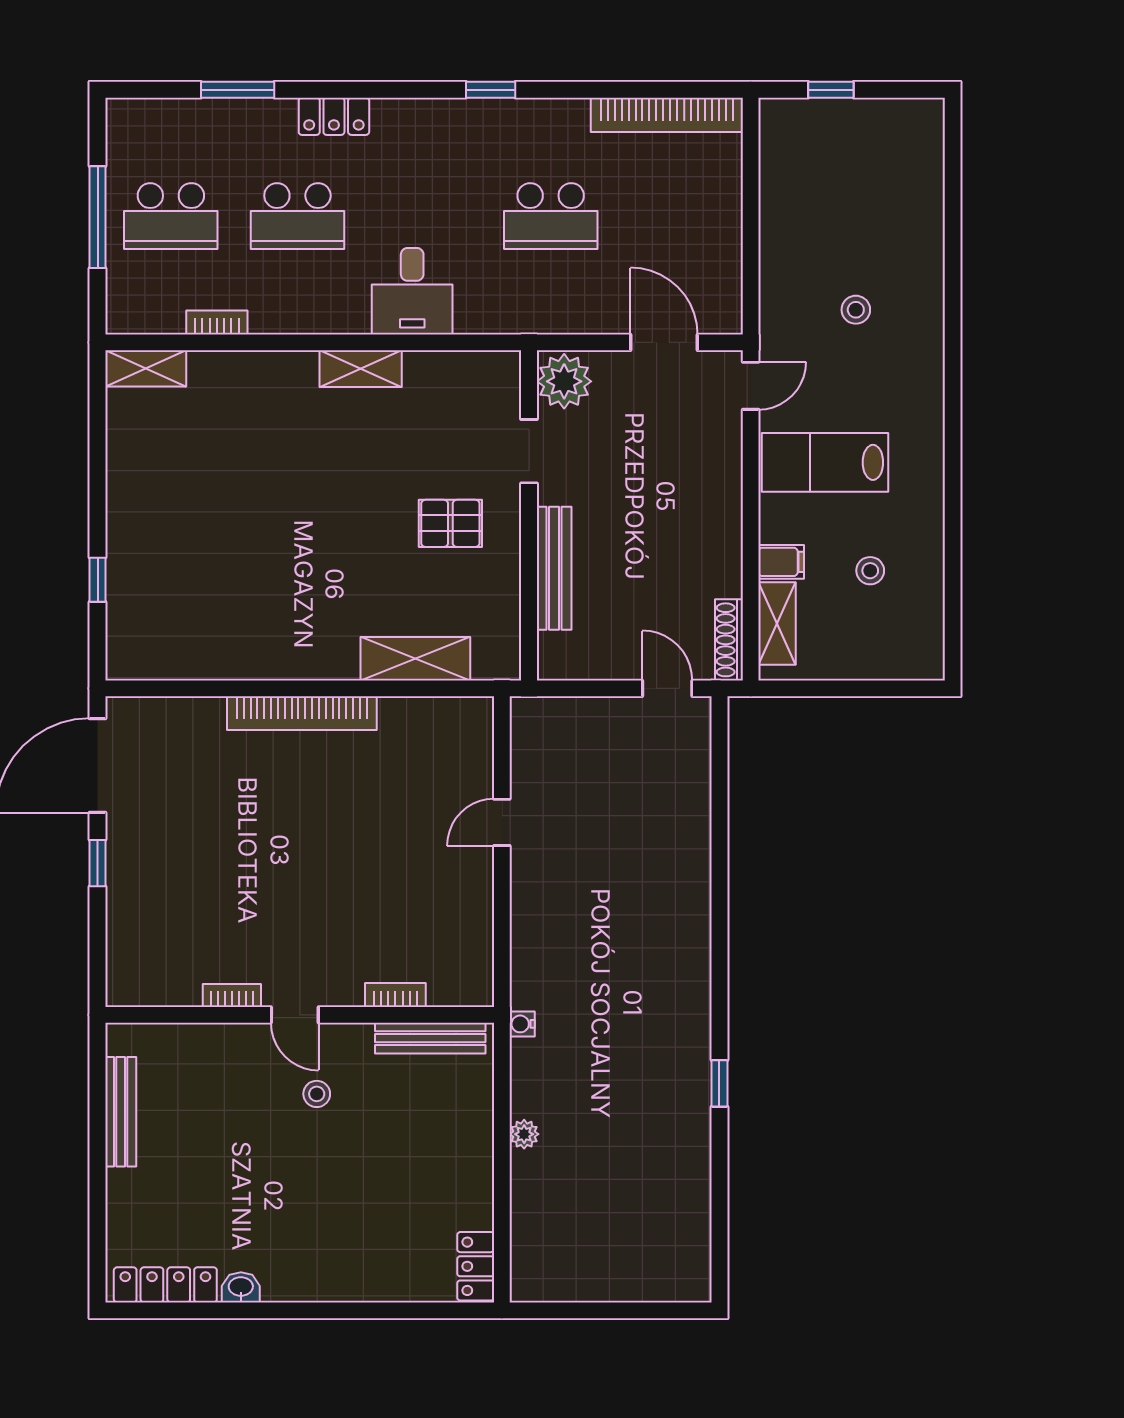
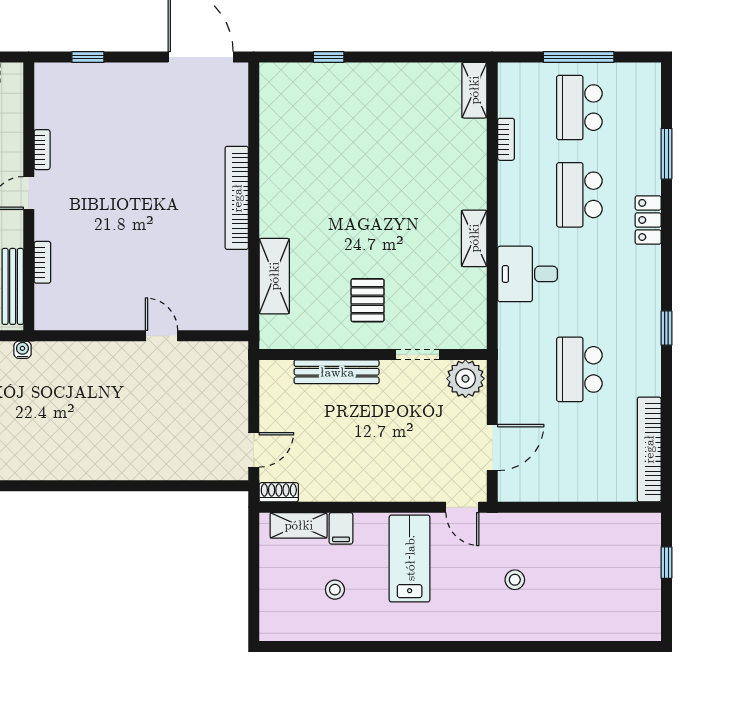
shoe rack: (729, 640) -> (279, 492), width x0.70
window: (98, 863) -> (88, 57), moved

